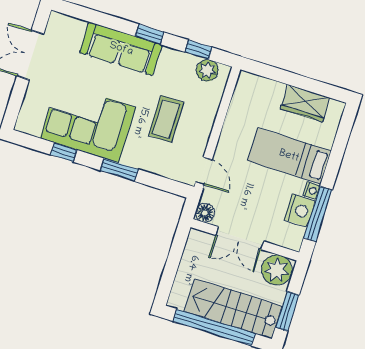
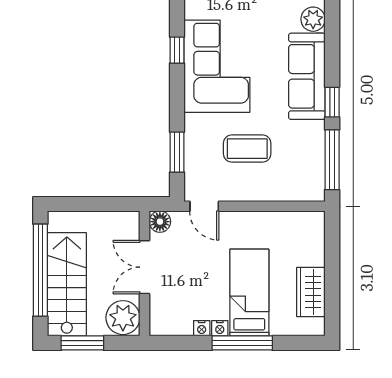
window: (198, 50) -> (332, 160), width x2.17
plant: (207, 70) -> (313, 19), moved
window: (119, 170) -> (177, 152), moved
door: (204, 171) -> (204, 206), hinge flipped
nightstand: (300, 210) -> (202, 328), width x0.53, depth x0.56
window: (318, 214) -> (242, 343), moved

